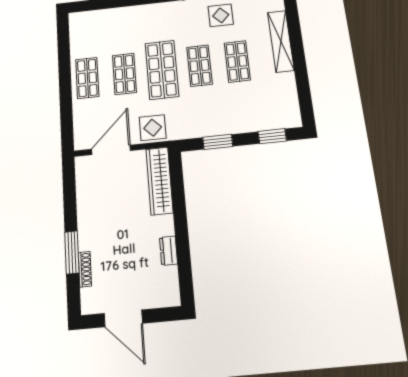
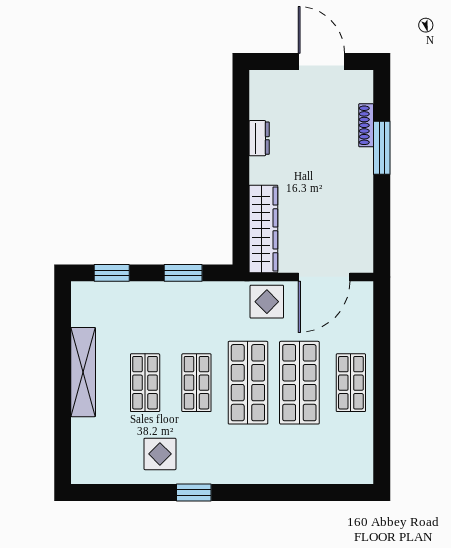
shelving: (281, 41) -> (83, 372), moved
shop shelf: (124, 74) -> (299, 383), width x1.43, depth x1.36

